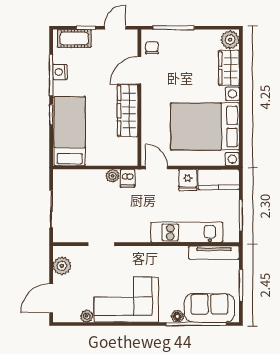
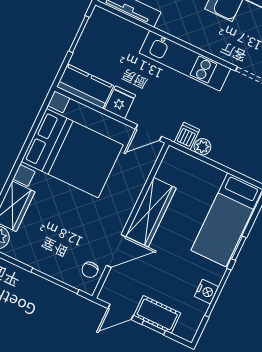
cot: (74, 38) -> (157, 314), moved
door: (157, 168) -> (148, 133), hinge flipped
kitchen unit: (187, 232) -> (185, 61), moved

